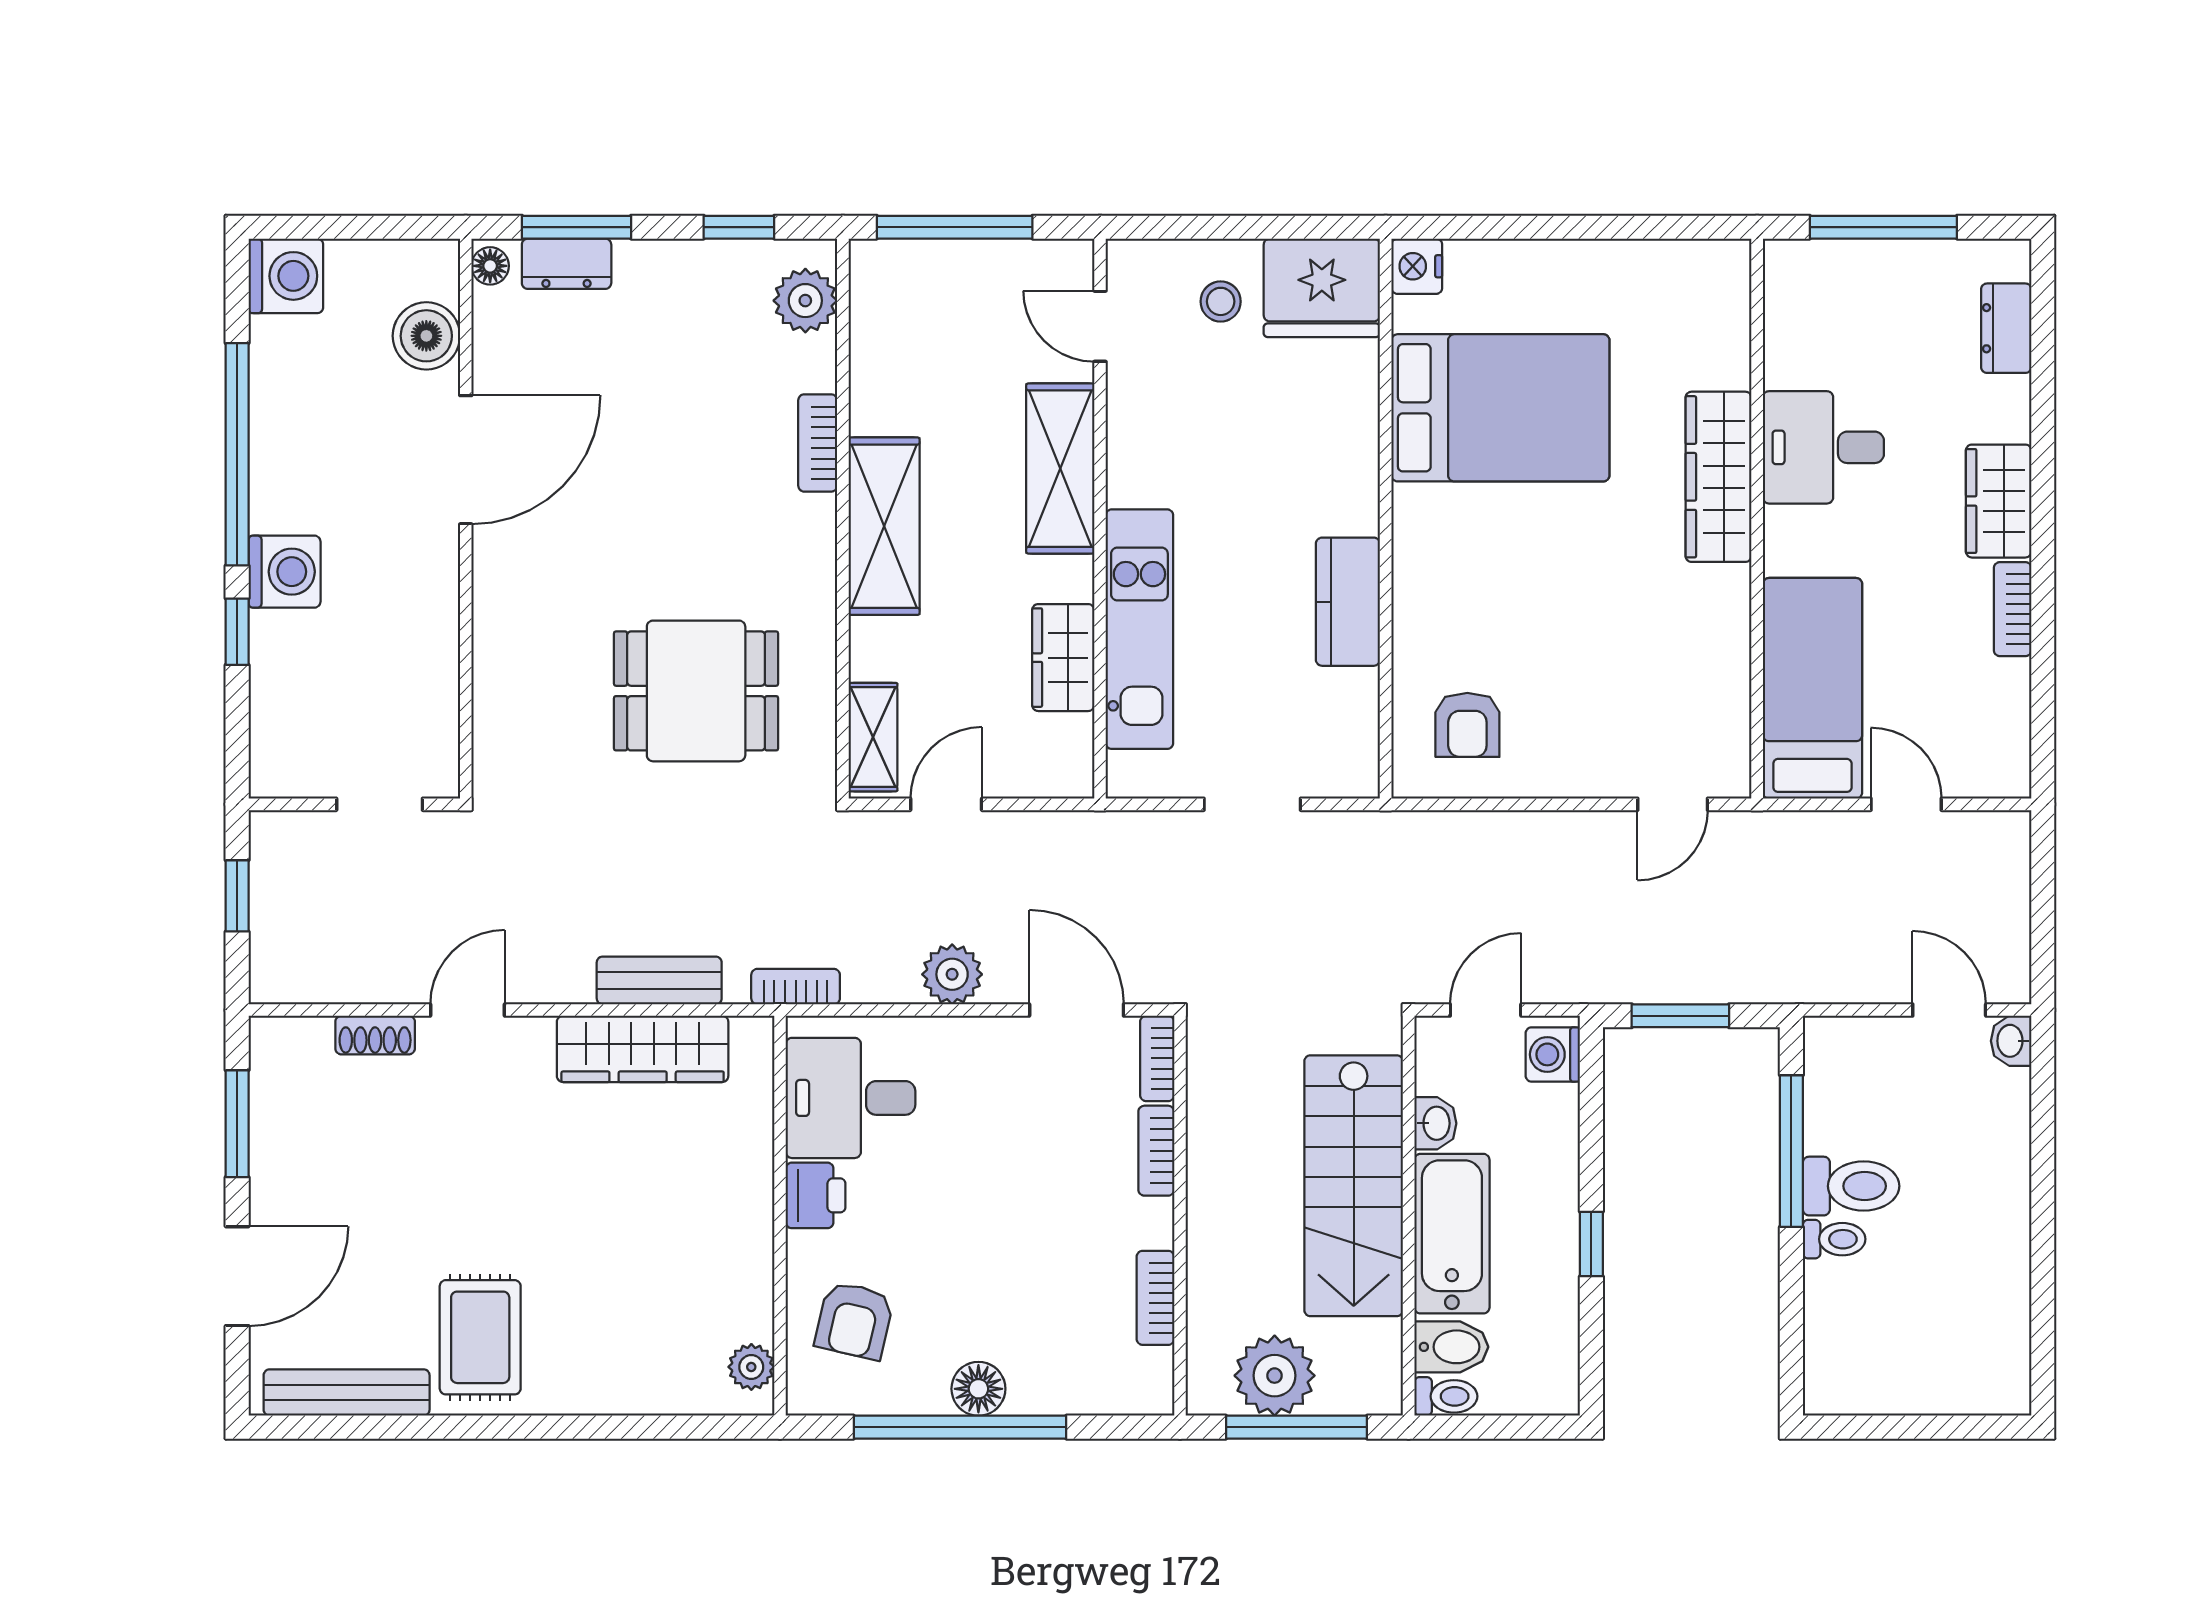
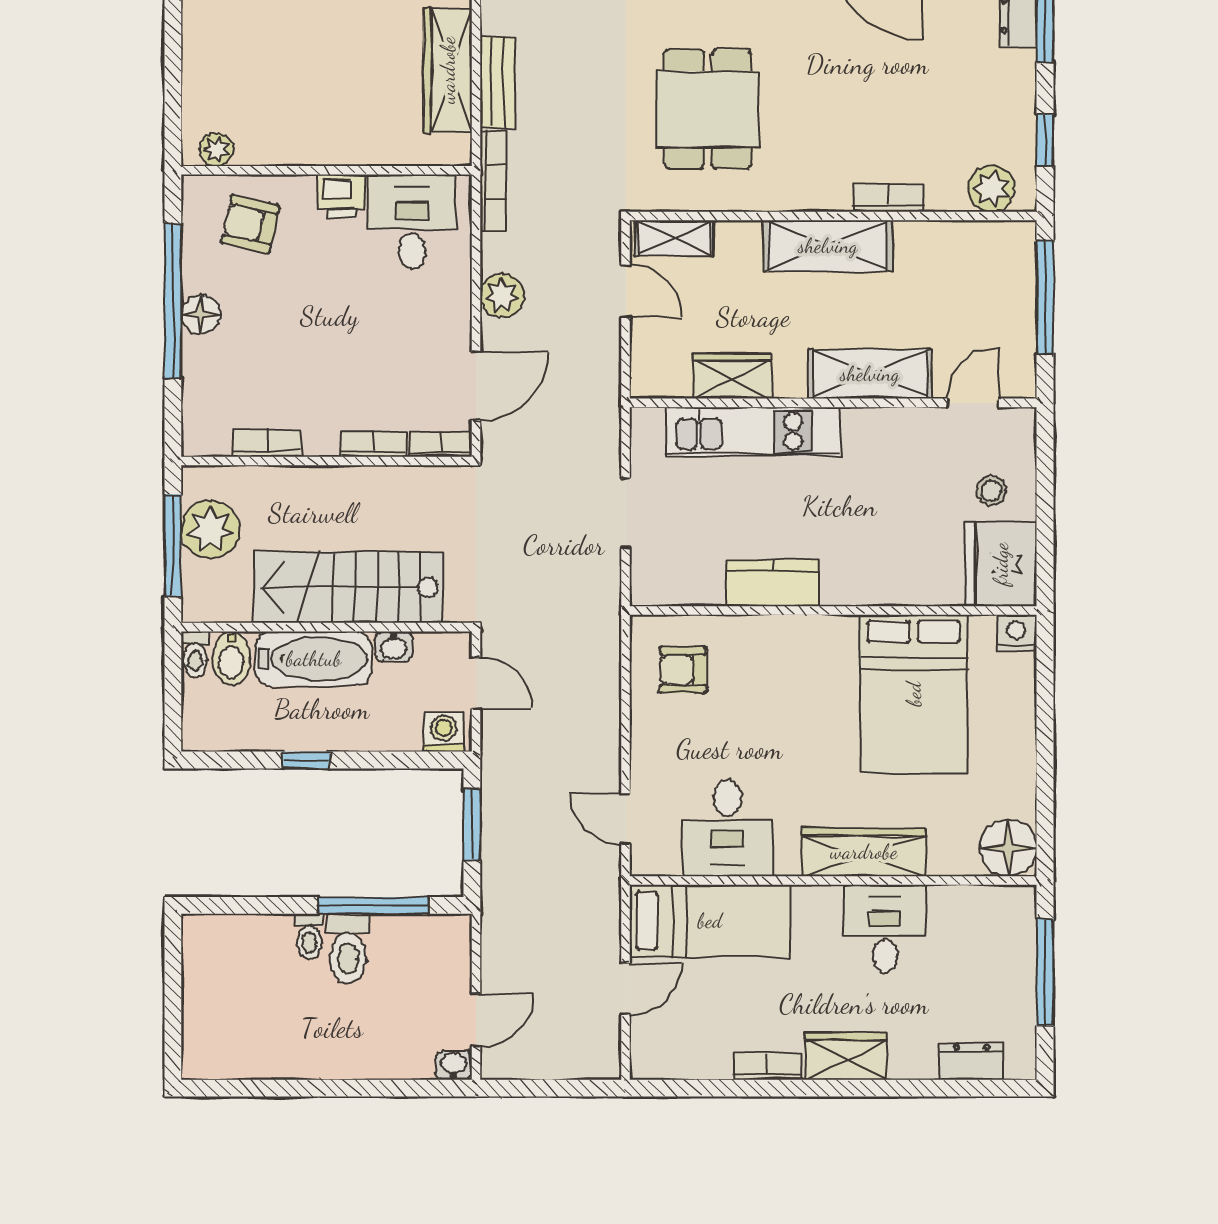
floor lamp: (1712, 278) -> (1008, 848), added
desk: (1685, 664) -> (727, 828), added
bookcase: (796, 987) -> (493, 182), width x1.56

